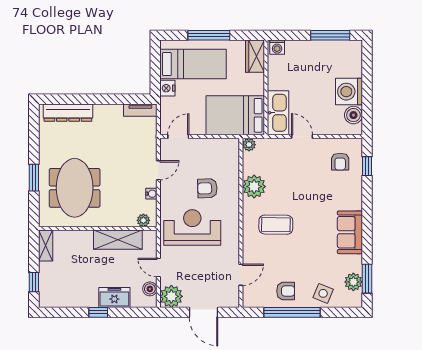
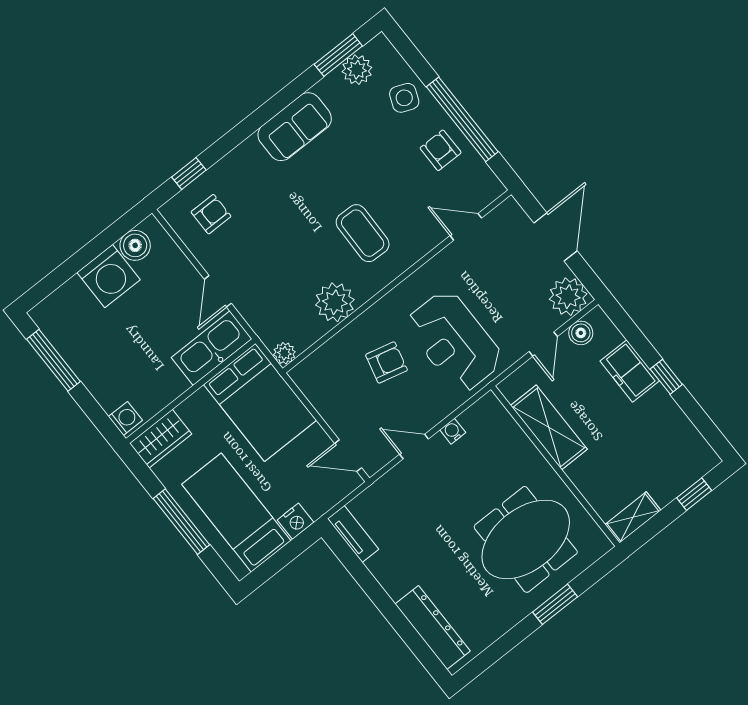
armchair: (207, 188) -> (386, 362), turned -74
plant: (143, 220) -> (496, 414), removed

